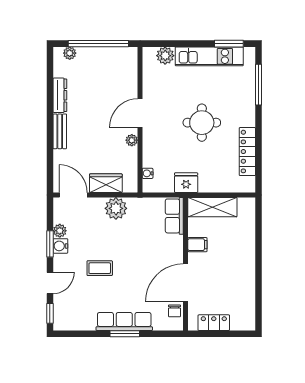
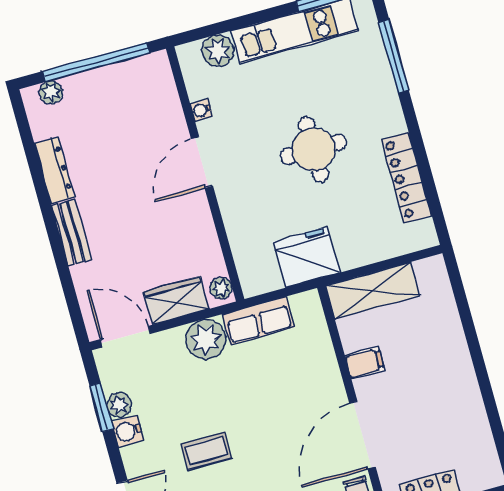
plant: (132, 140) -> (221, 288), moved
water cooler: (148, 173) -> (201, 110), moved
fridge: (186, 183) -> (306, 257), width x1.36, depth x1.34
row of seats: (174, 216) -> (258, 321), moved, turned -90
window: (50, 244) -> (101, 407), moved

